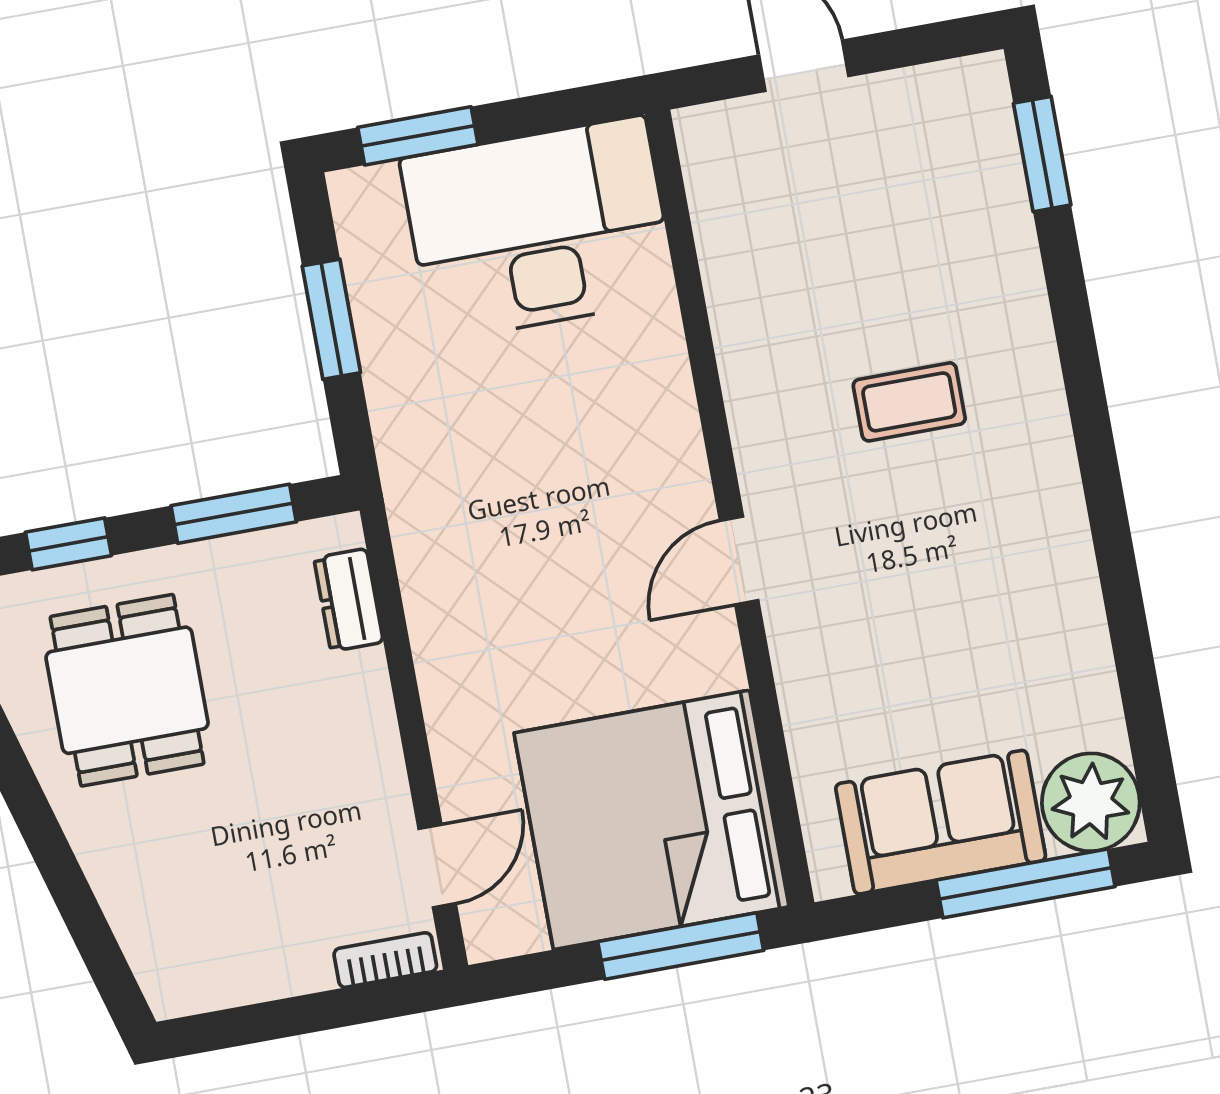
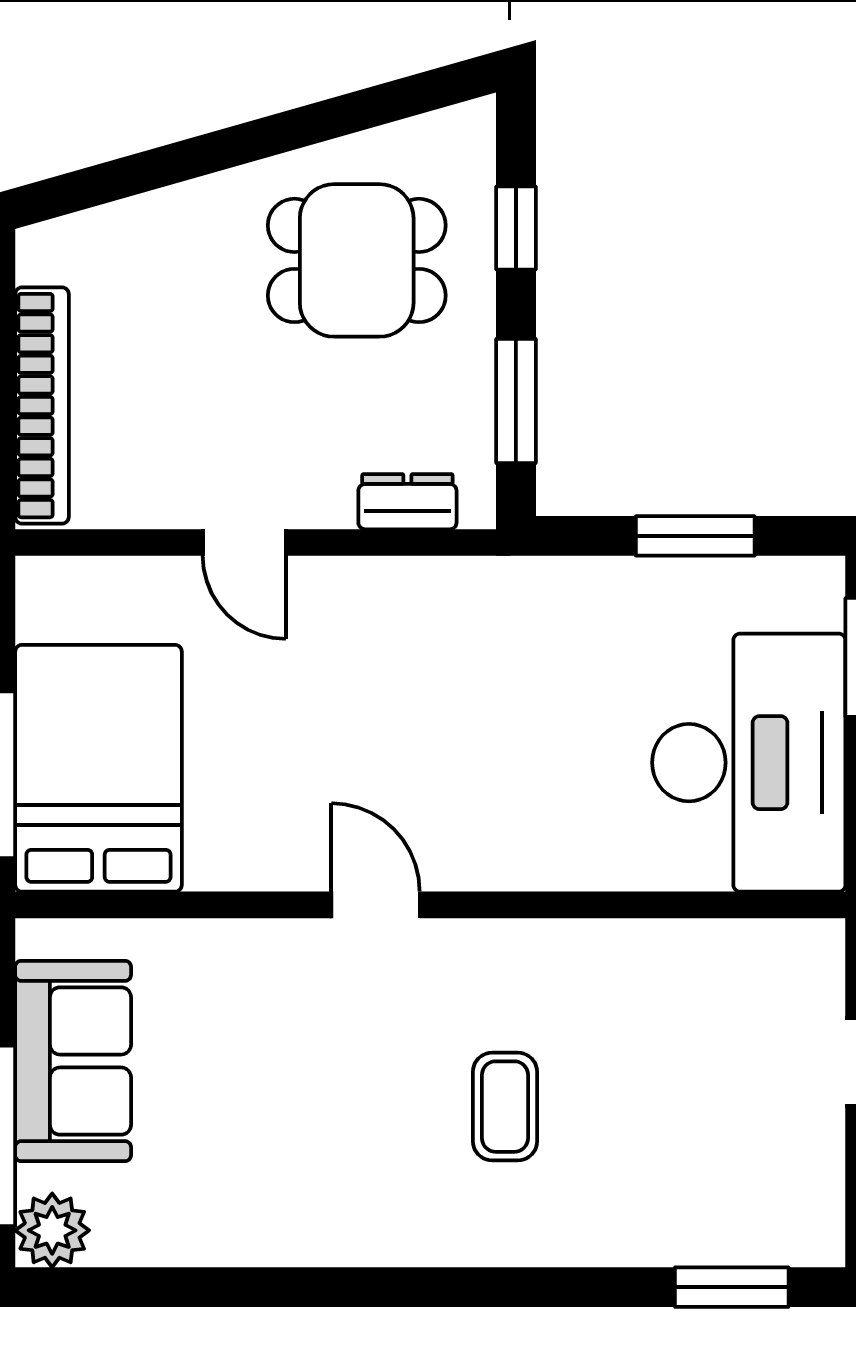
plant: (1091, 802) -> (52, 1230), width x0.73, depth x0.73
bed: (652, 820) -> (98, 768), width x0.73
door: (437, 866) -> (244, 542), moved
bookcase: (385, 960) -> (42, 406), width x2.31, depth x1.31

